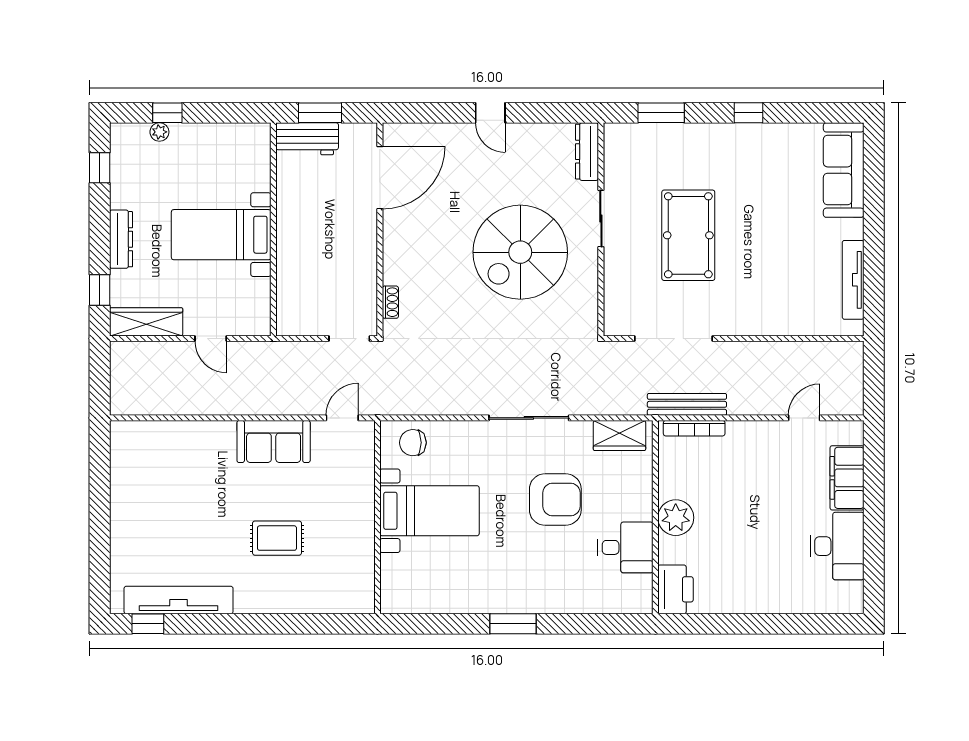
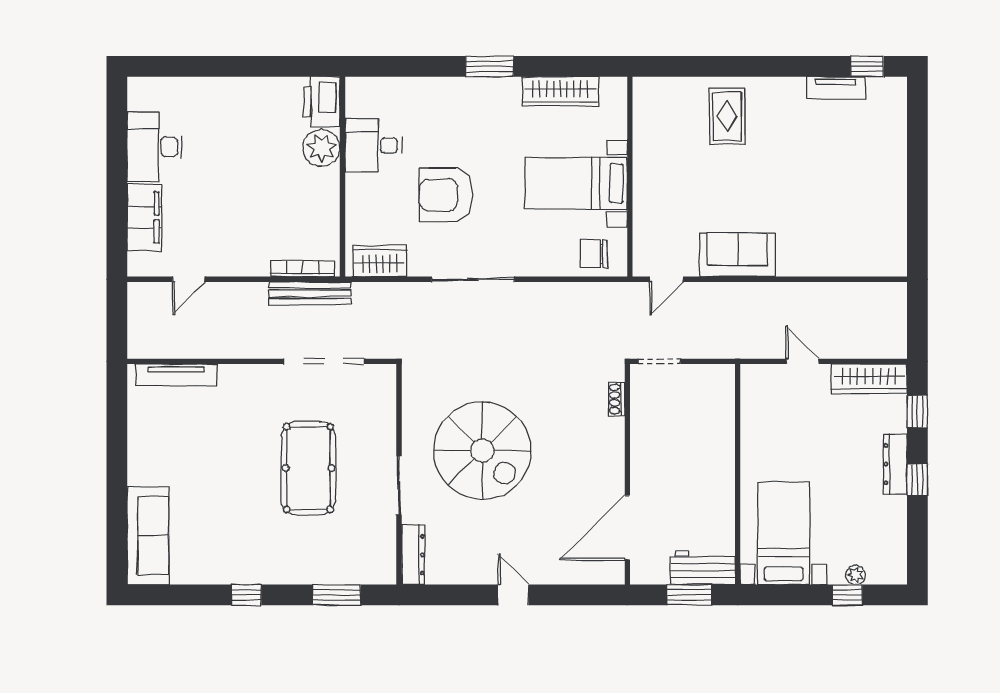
window: (100, 168) -> (917, 480), moved
bed with nightstands: (221, 235) -> (784, 533), moved, turned -90
spiral stairs: (520, 252) -> (482, 451), turned 90
tv unit: (853, 280) -> (176, 375), moved, turned 90
chair: (413, 443) -> (593, 254), turned 180
plant: (676, 518) -> (321, 148), moved
rug: (277, 538) -> (727, 116), moved, turned 90
tv unit: (179, 600) -> (836, 88), width x0.52, depth x0.78
wardrobe: (445, 600) -> (560, 91), added

